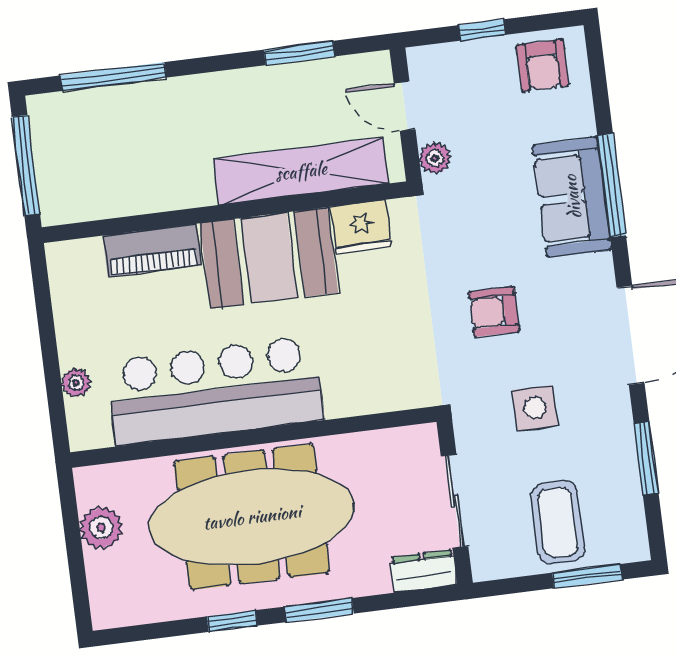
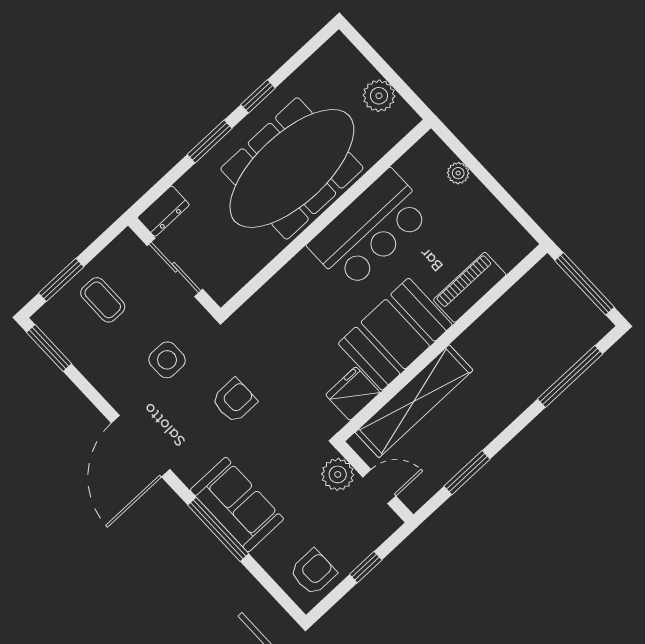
armchair: (542, 65) -> (313, 572), turned 90
plant: (435, 158) -> (338, 474), width x1.38, depth x1.38
bar counter: (215, 391) -> (370, 229), width x0.73
window: (646, 458) -> (49, 348), moved
coffee table: (558, 522) -> (103, 300), width x0.73, depth x0.77

